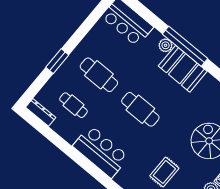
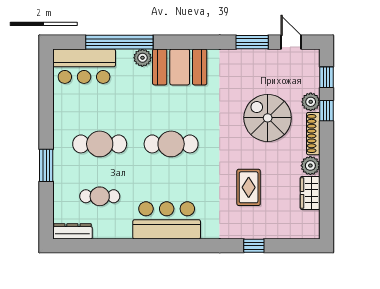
window: (185, 46) -> (119, 42), moved

